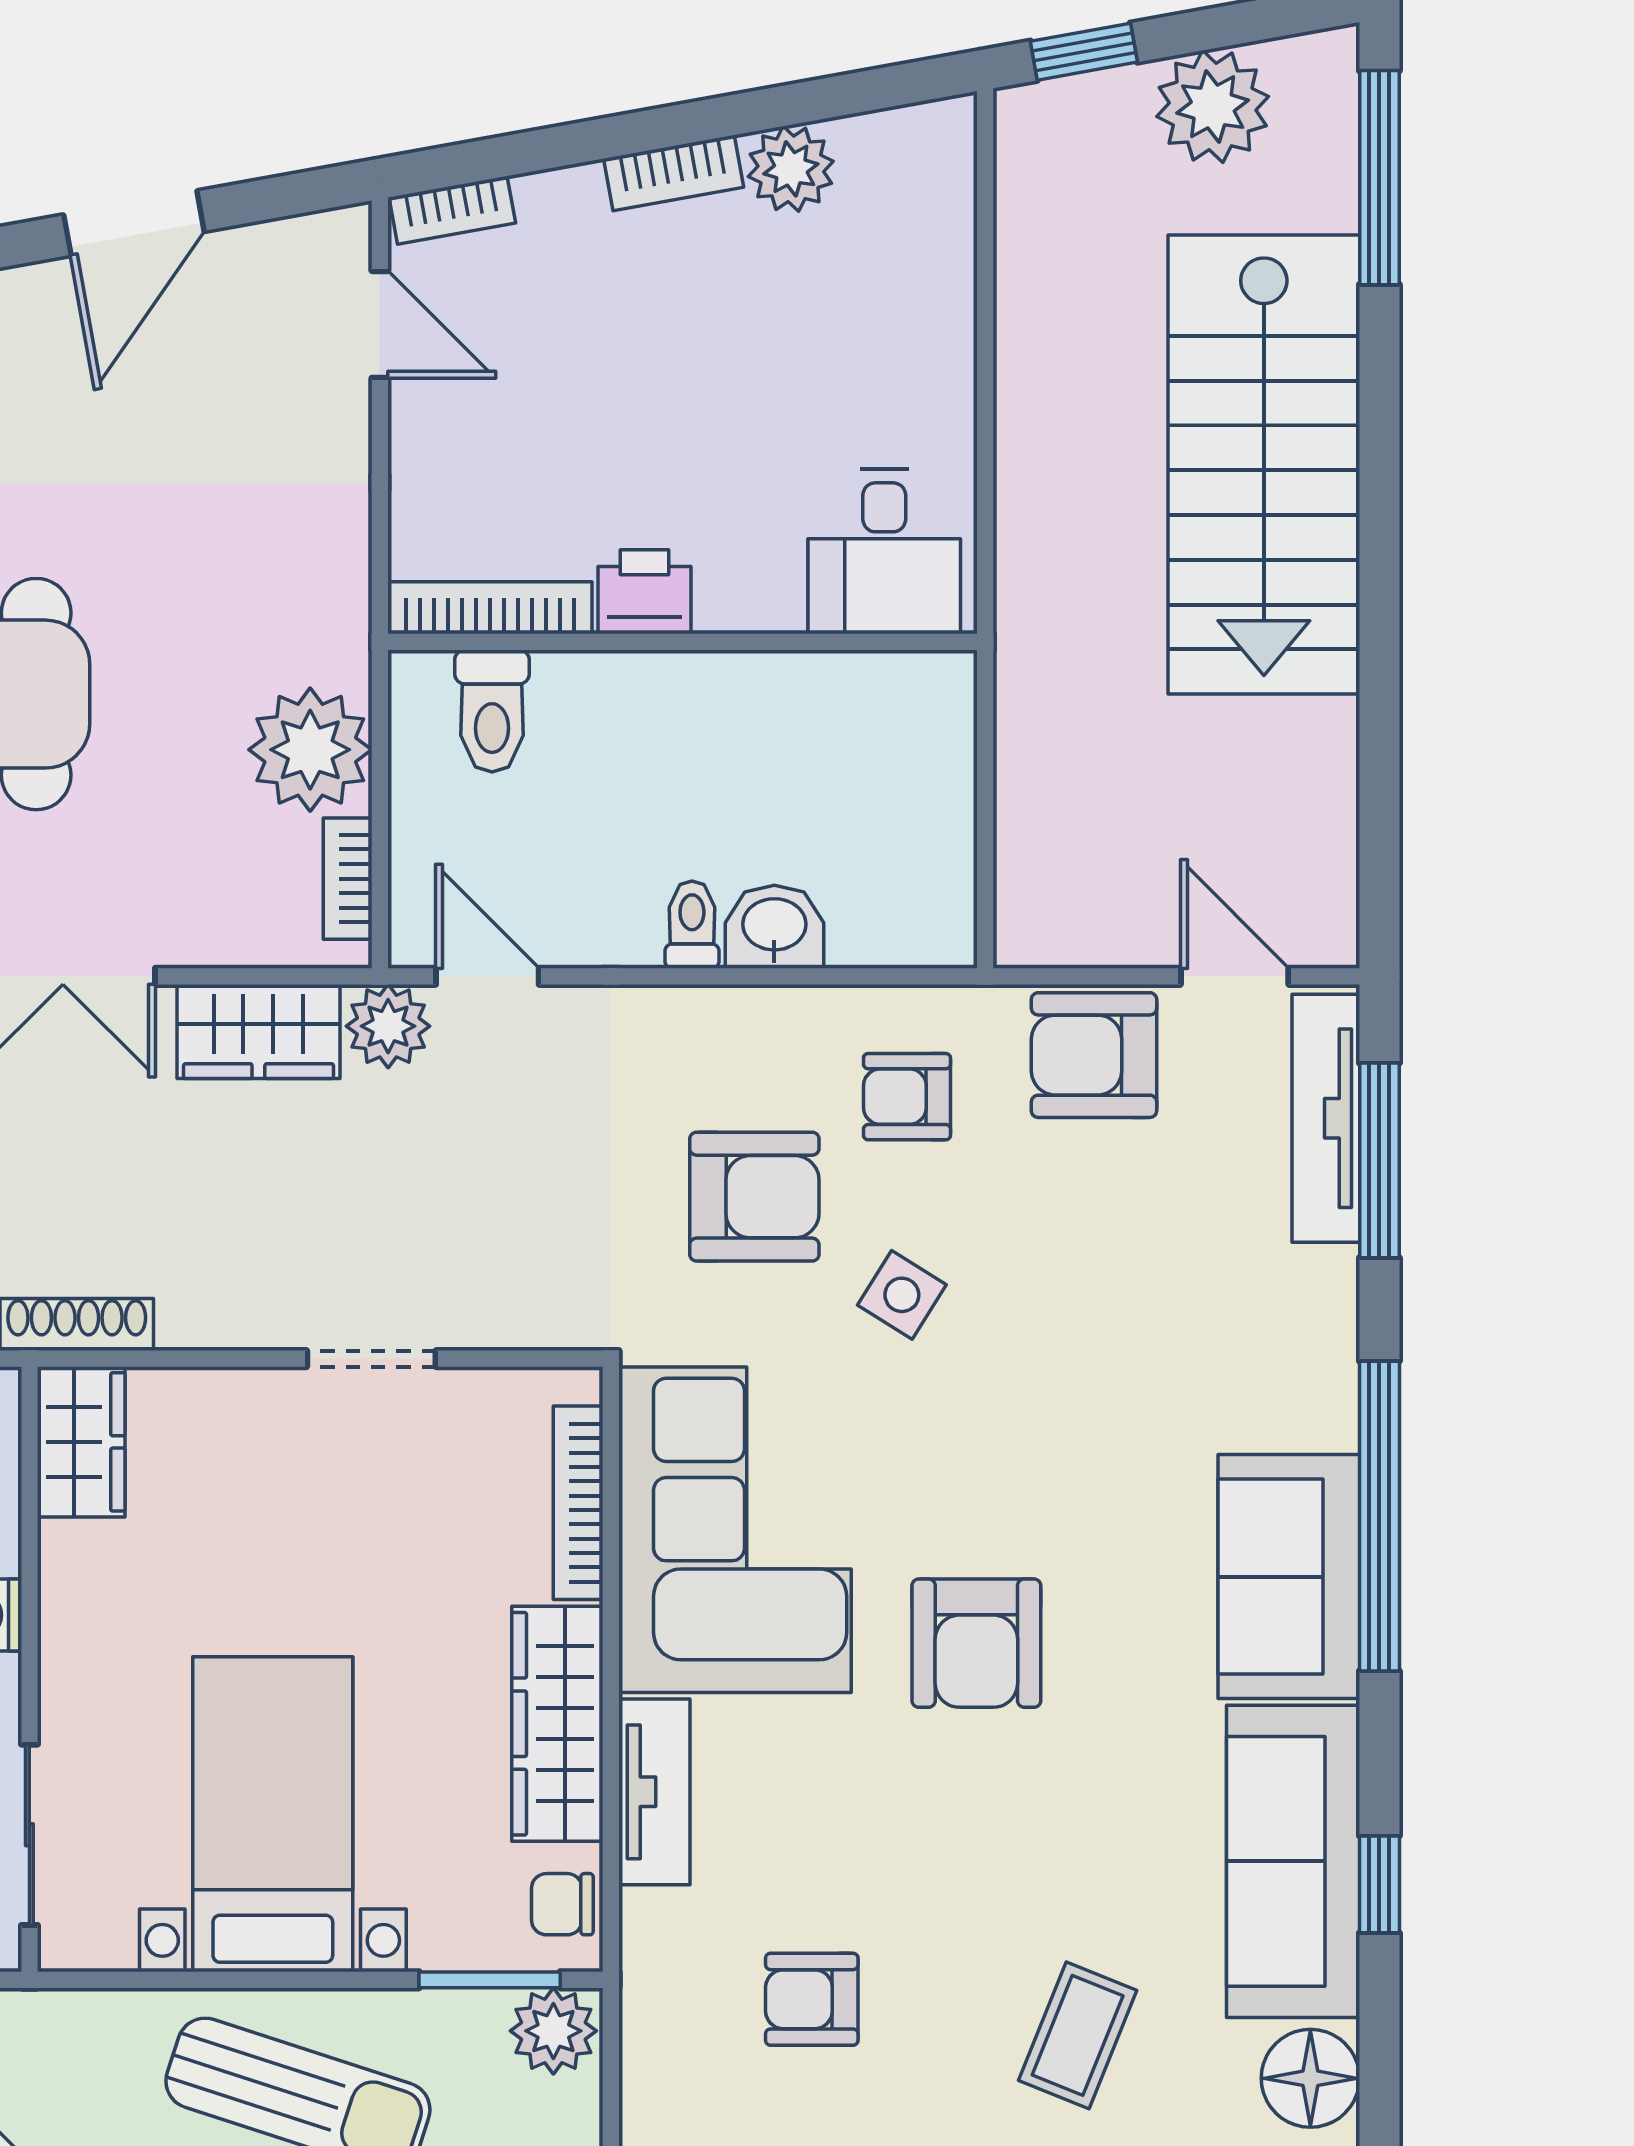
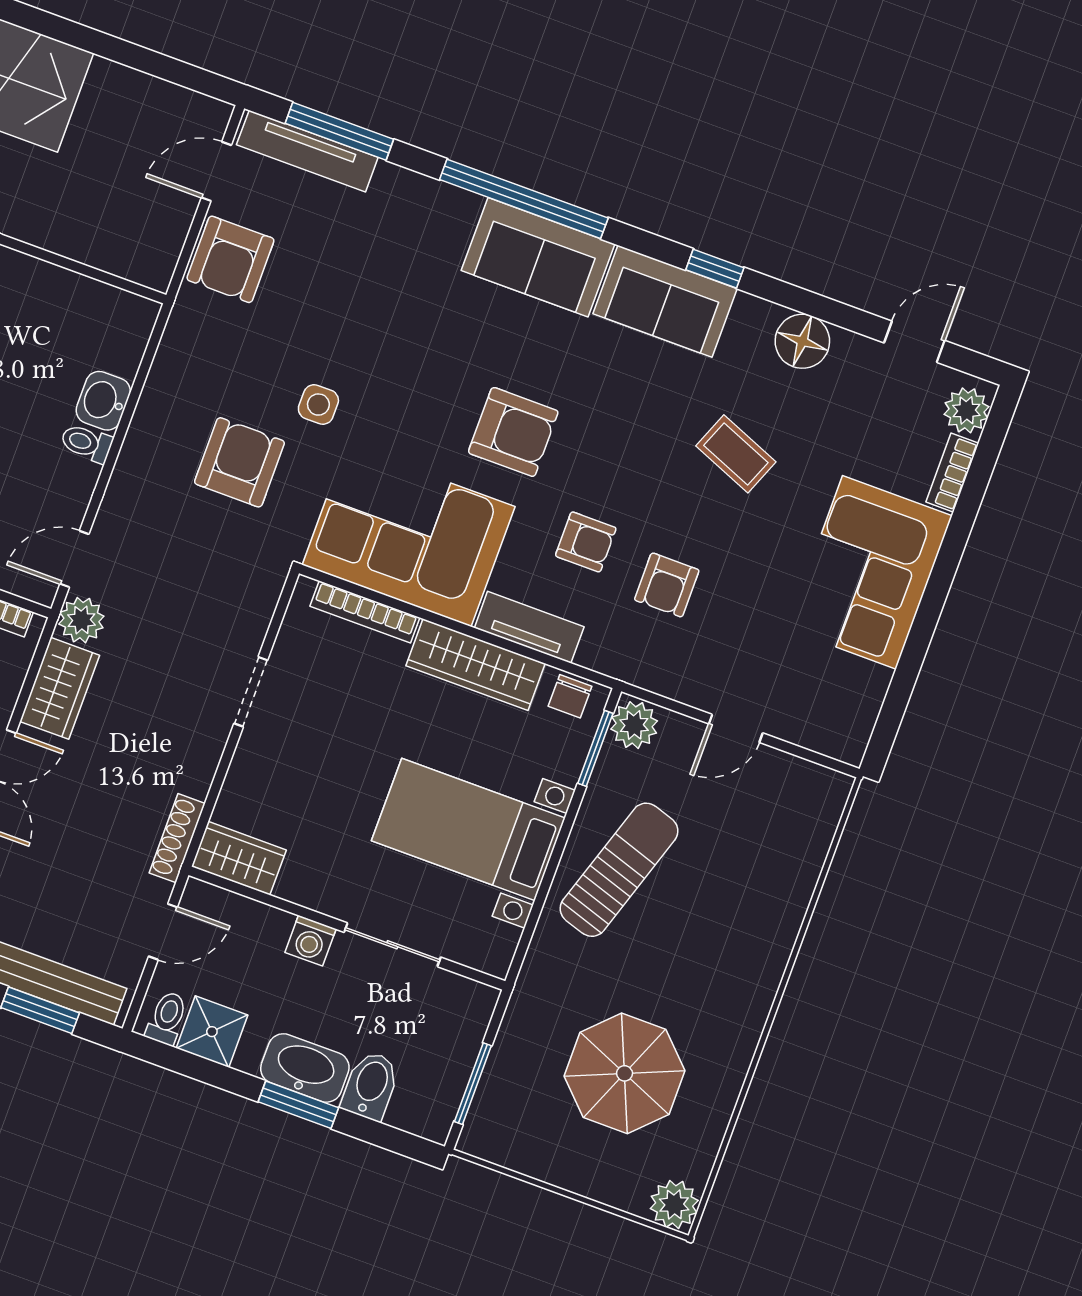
armchair: (907, 1097) -> (586, 542), moved, turned -90
side table: (902, 1295) -> (318, 405), turned -32
sliding door: (29, 1835) -> (392, 945), moved
sofa: (1293, 1861) -> (665, 301), width x0.73

